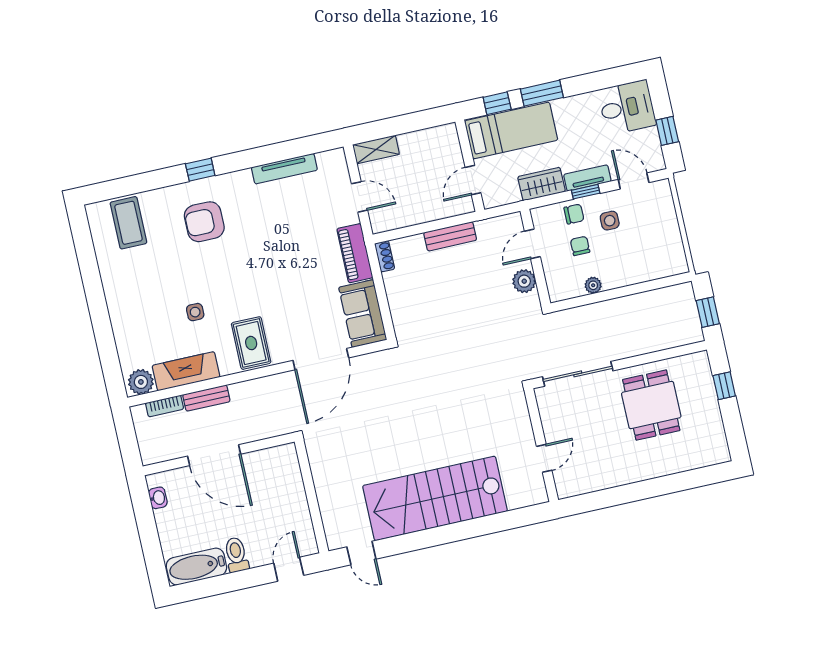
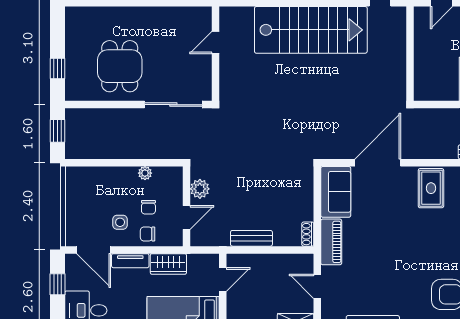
door: (634, 181) -> (94, 250), width x1.37
window: (586, 192) -> (134, 250), removed

